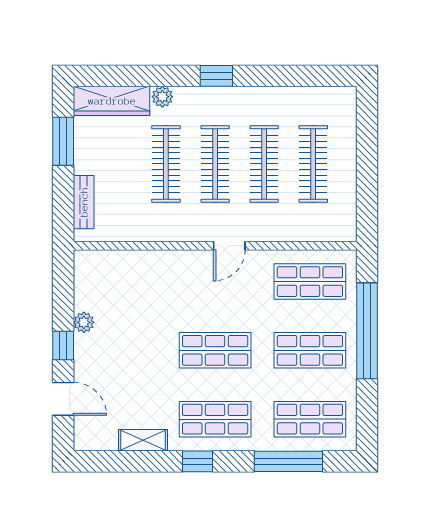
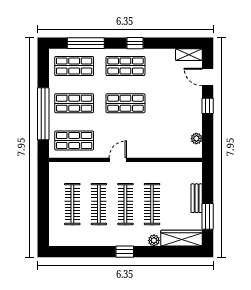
bench: (84, 202) -> (197, 198), moved
plant: (84, 322) -> (196, 138), moved
shelving: (143, 440) -> (189, 55), moved

